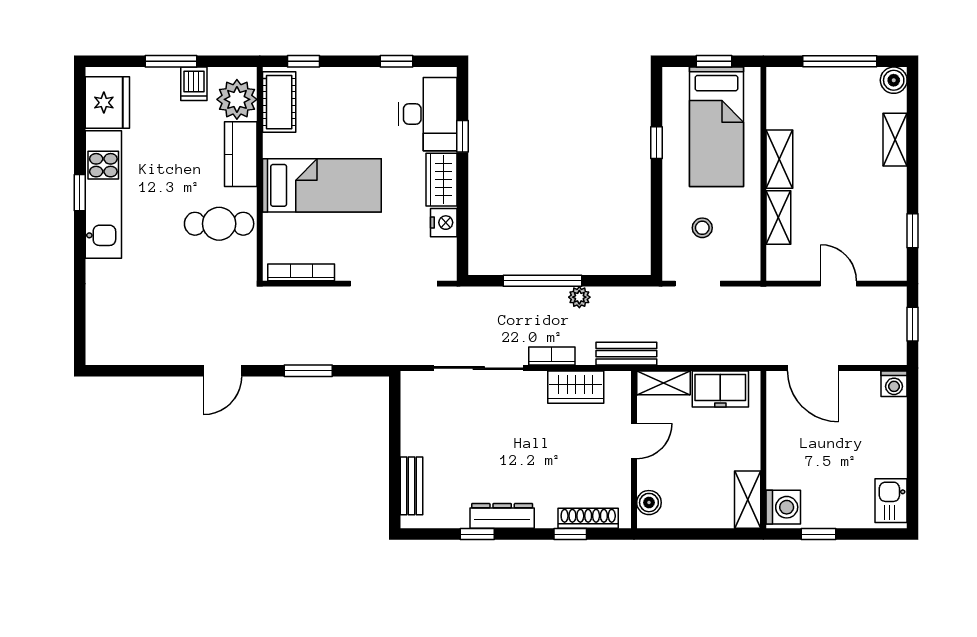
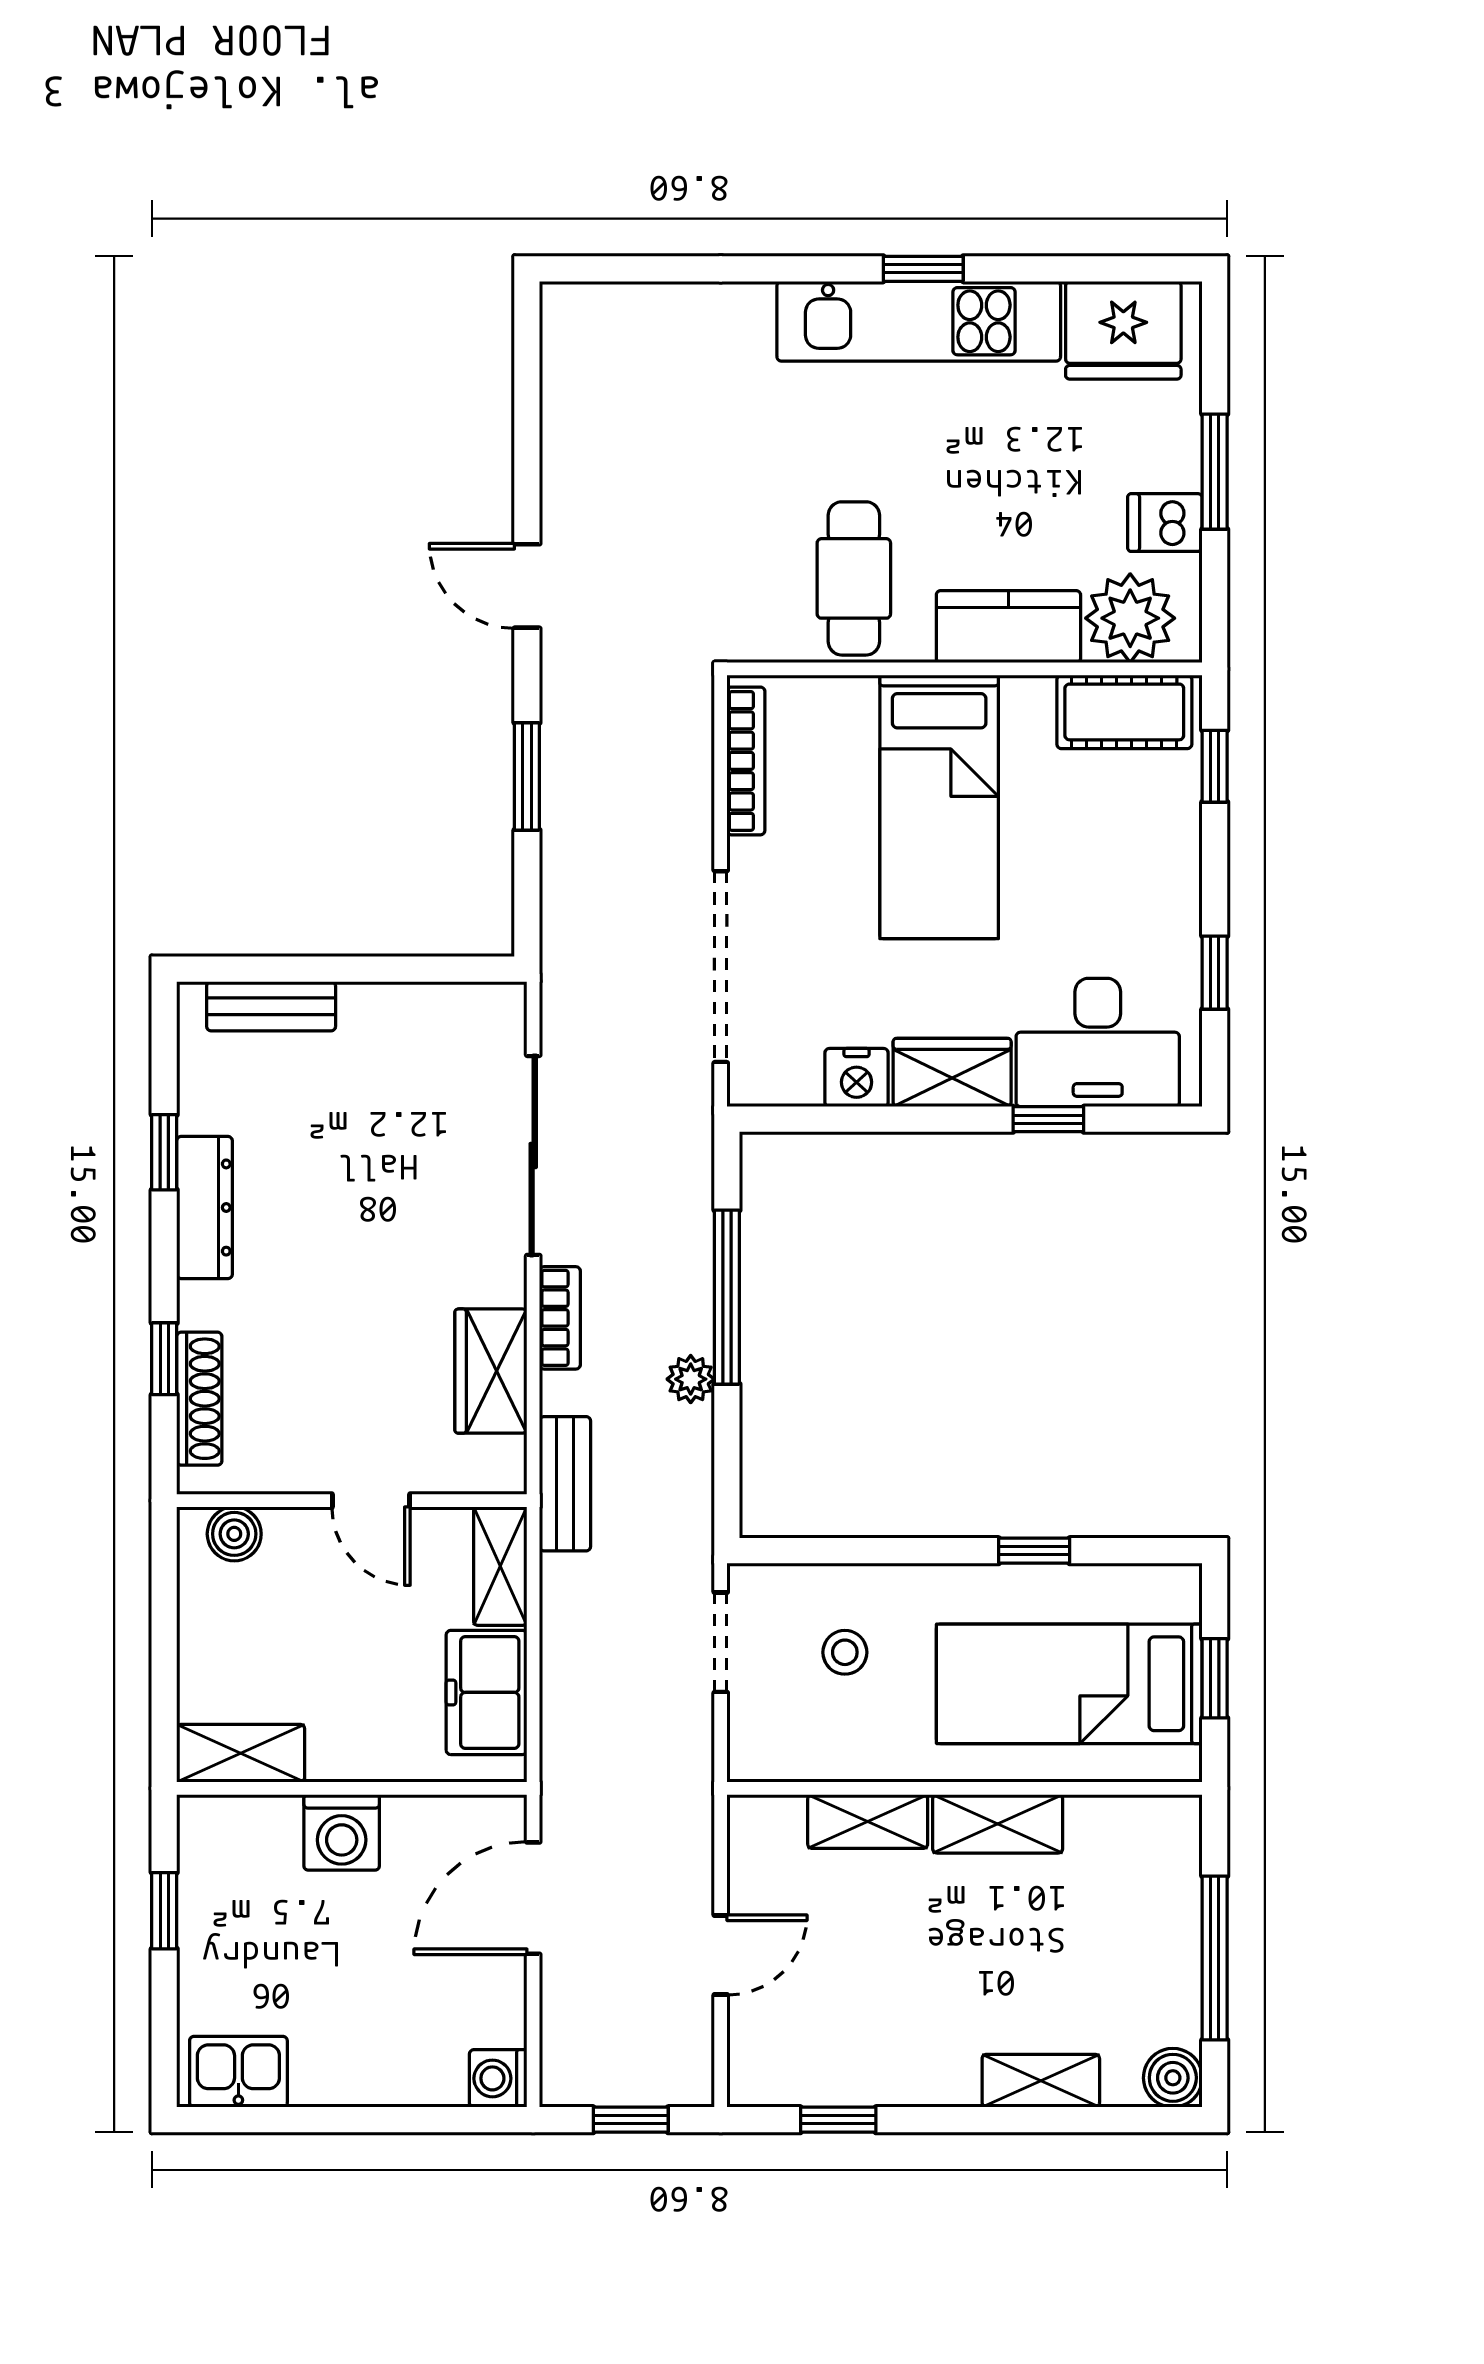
washing machine: (783, 507) -> (342, 1832), moved

